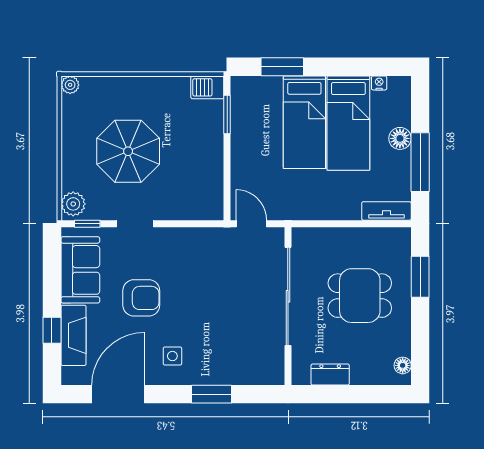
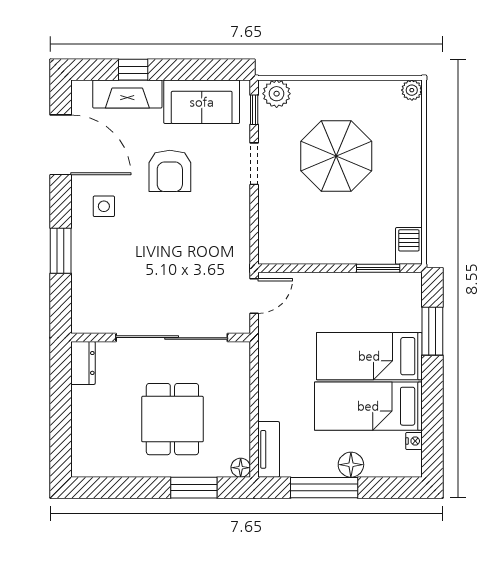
floor lamp: (403, 365) -> (241, 468), moved
dresser: (330, 374) -> (83, 363), moved

